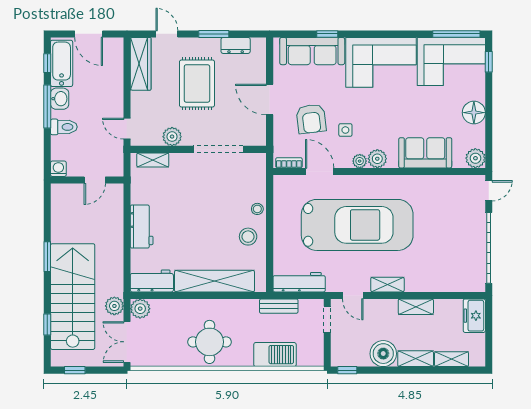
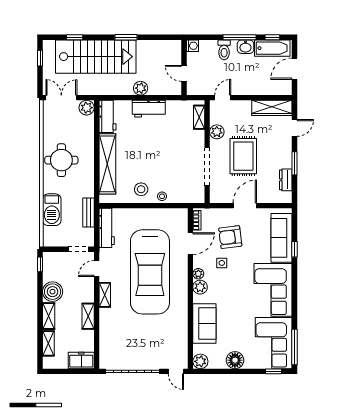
rug: (197, 83) -> (243, 156), moved, turned 90
plant: (114, 306) -> (141, 88), moved

